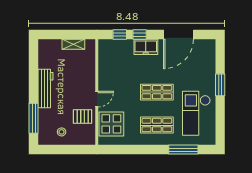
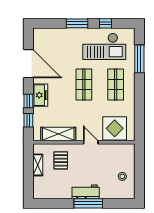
shelving: (105, 66) -> (58, 134), added
workbench: (45, 89) -> (86, 192), width x0.73
window: (220, 114) -> (105, 23), added
pallet: (83, 116) -> (61, 160), moved
window: (34, 118) -> (88, 203), moved

